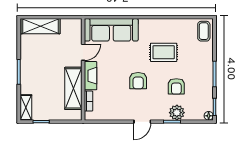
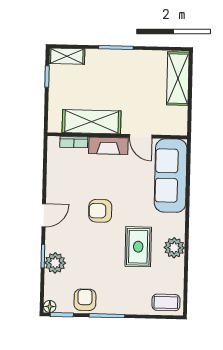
plant: (164, 26) -> (174, 248), added
armchair: (176, 86) -> (85, 300), moved, turned 90
door: (142, 122) -> (44, 215), swing flipped

